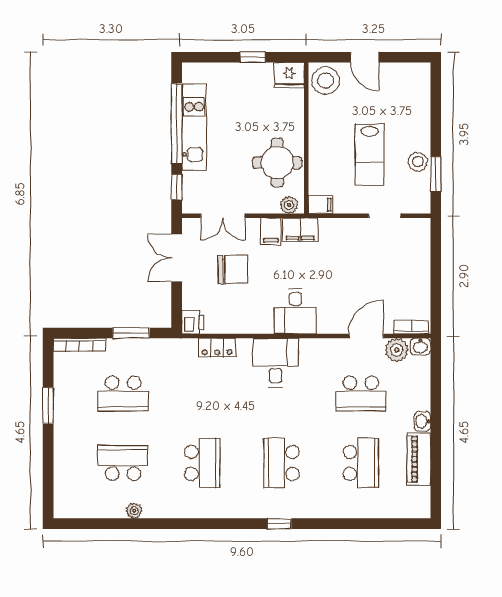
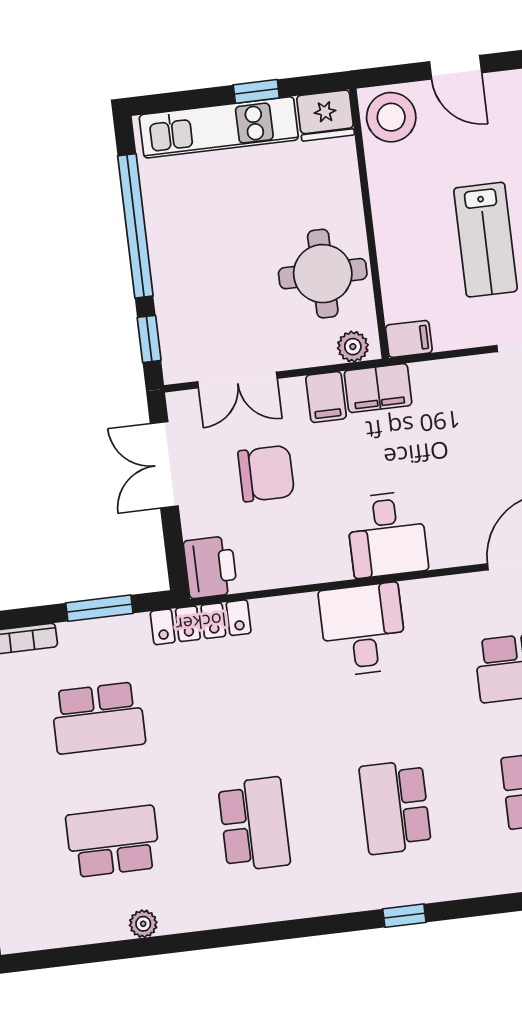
kitchen unit: (194, 127) -> (219, 127), moved, turned 90
printer: (193, 322) -> (210, 567), width x1.36, depth x1.24
locker: (217, 348) -> (201, 622), moved, width x1.53

